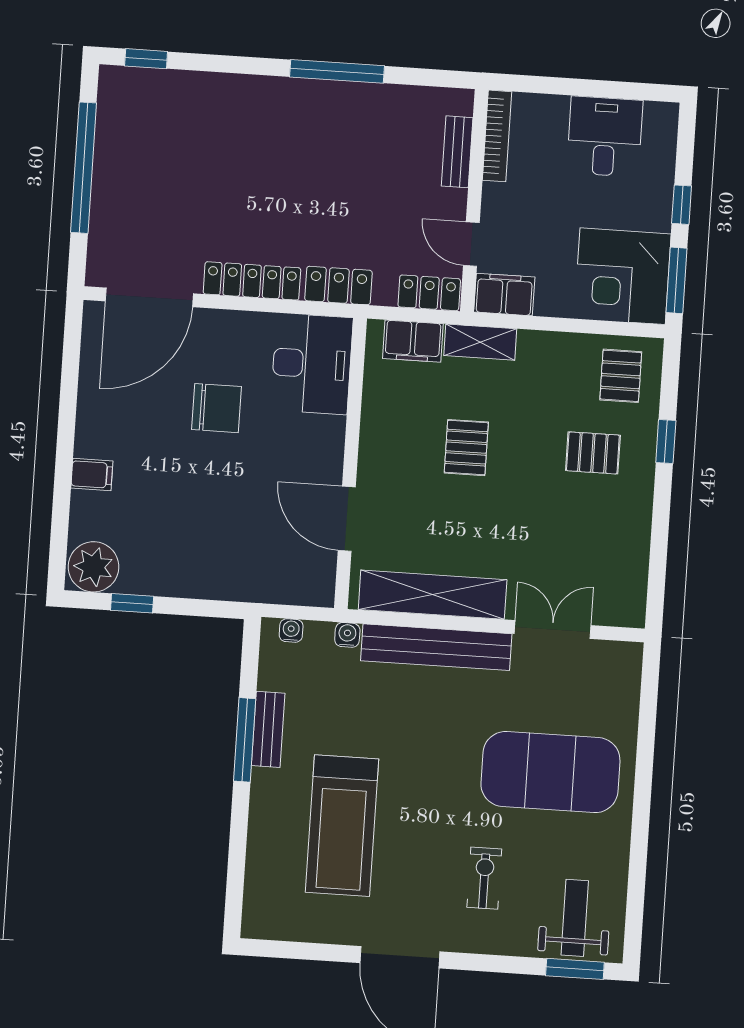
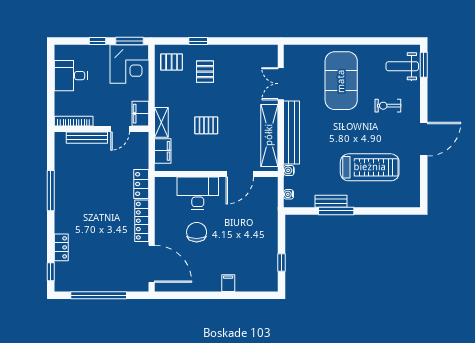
bench: (457, 152) -> (87, 138), width x1.36
locker: (429, 293) -> (61, 247), moved, turned 180
desk: (312, 364) -> (198, 193), moved
plant: (94, 567) -> (267, 280), removed

